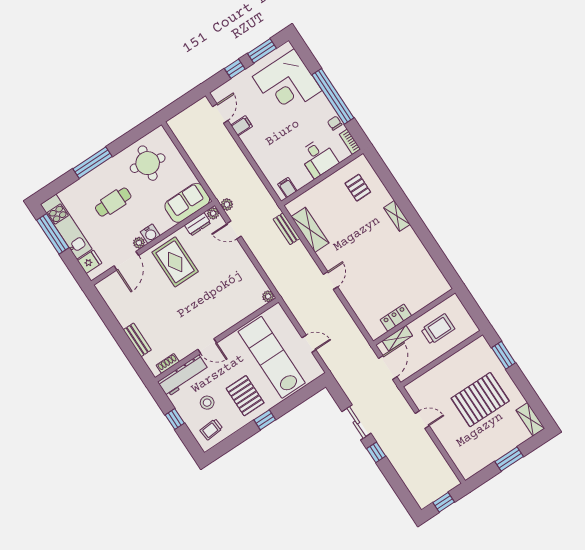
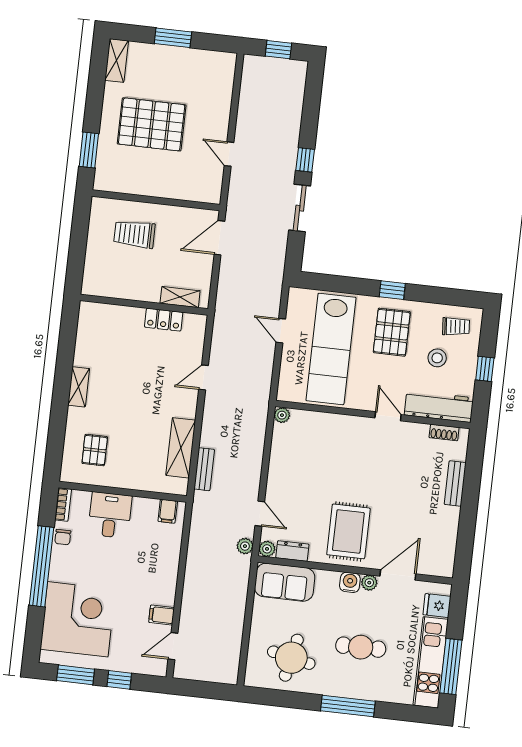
wall: (414, 317) -> (144, 305), moved
locker: (396, 318) -> (164, 320), moved
shelving: (397, 338) -> (180, 297), moved

